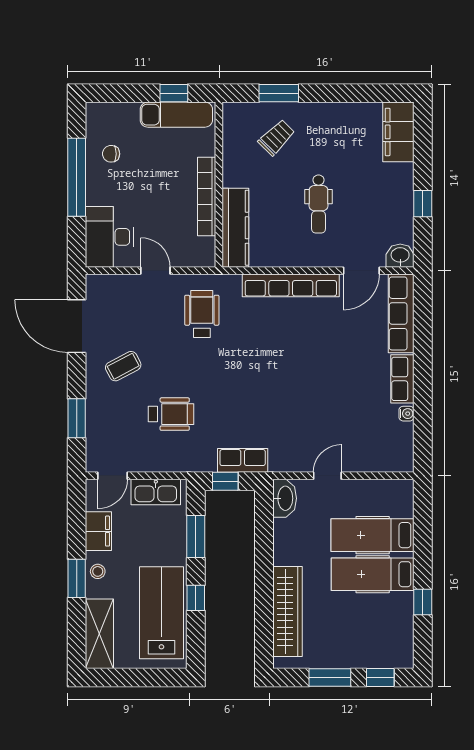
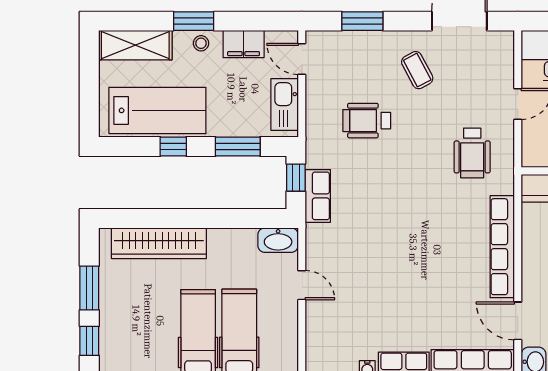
wheelchair: (202, 314) -> (472, 153), turned 90
wheelchair: (171, 414) -> (367, 121), turned 90

